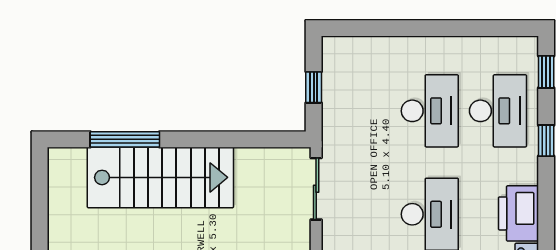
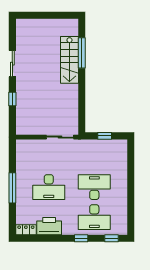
desk: (430, 111) -> (94, 187), turned 180
stairs: (160, 177) -> (69, 60), width x0.73, depth x0.66

